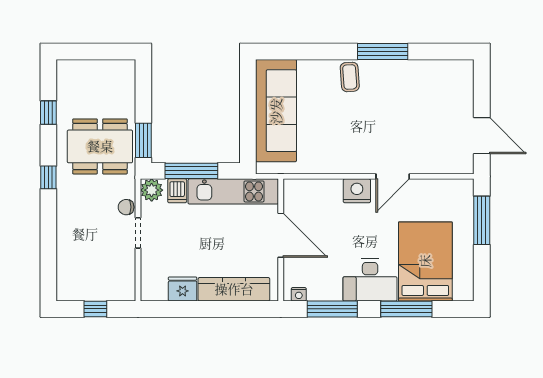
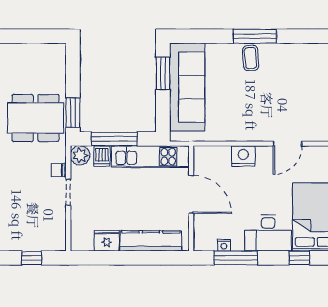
window: (383, 52) -> (255, 36), moved
window: (248, 95) -> (163, 73), added
nightstand: (357, 191) -> (243, 156), moved
nightstand: (299, 294) -> (224, 245), moved
window: (406, 309) -> (299, 258), width x0.46

